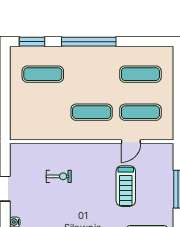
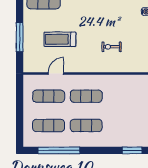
window: (89, 42) -> (59, 150), moved
exercise mat: (43, 74) -> (86, 125), moved
treadmill: (126, 186) -> (60, 39), turned -90

